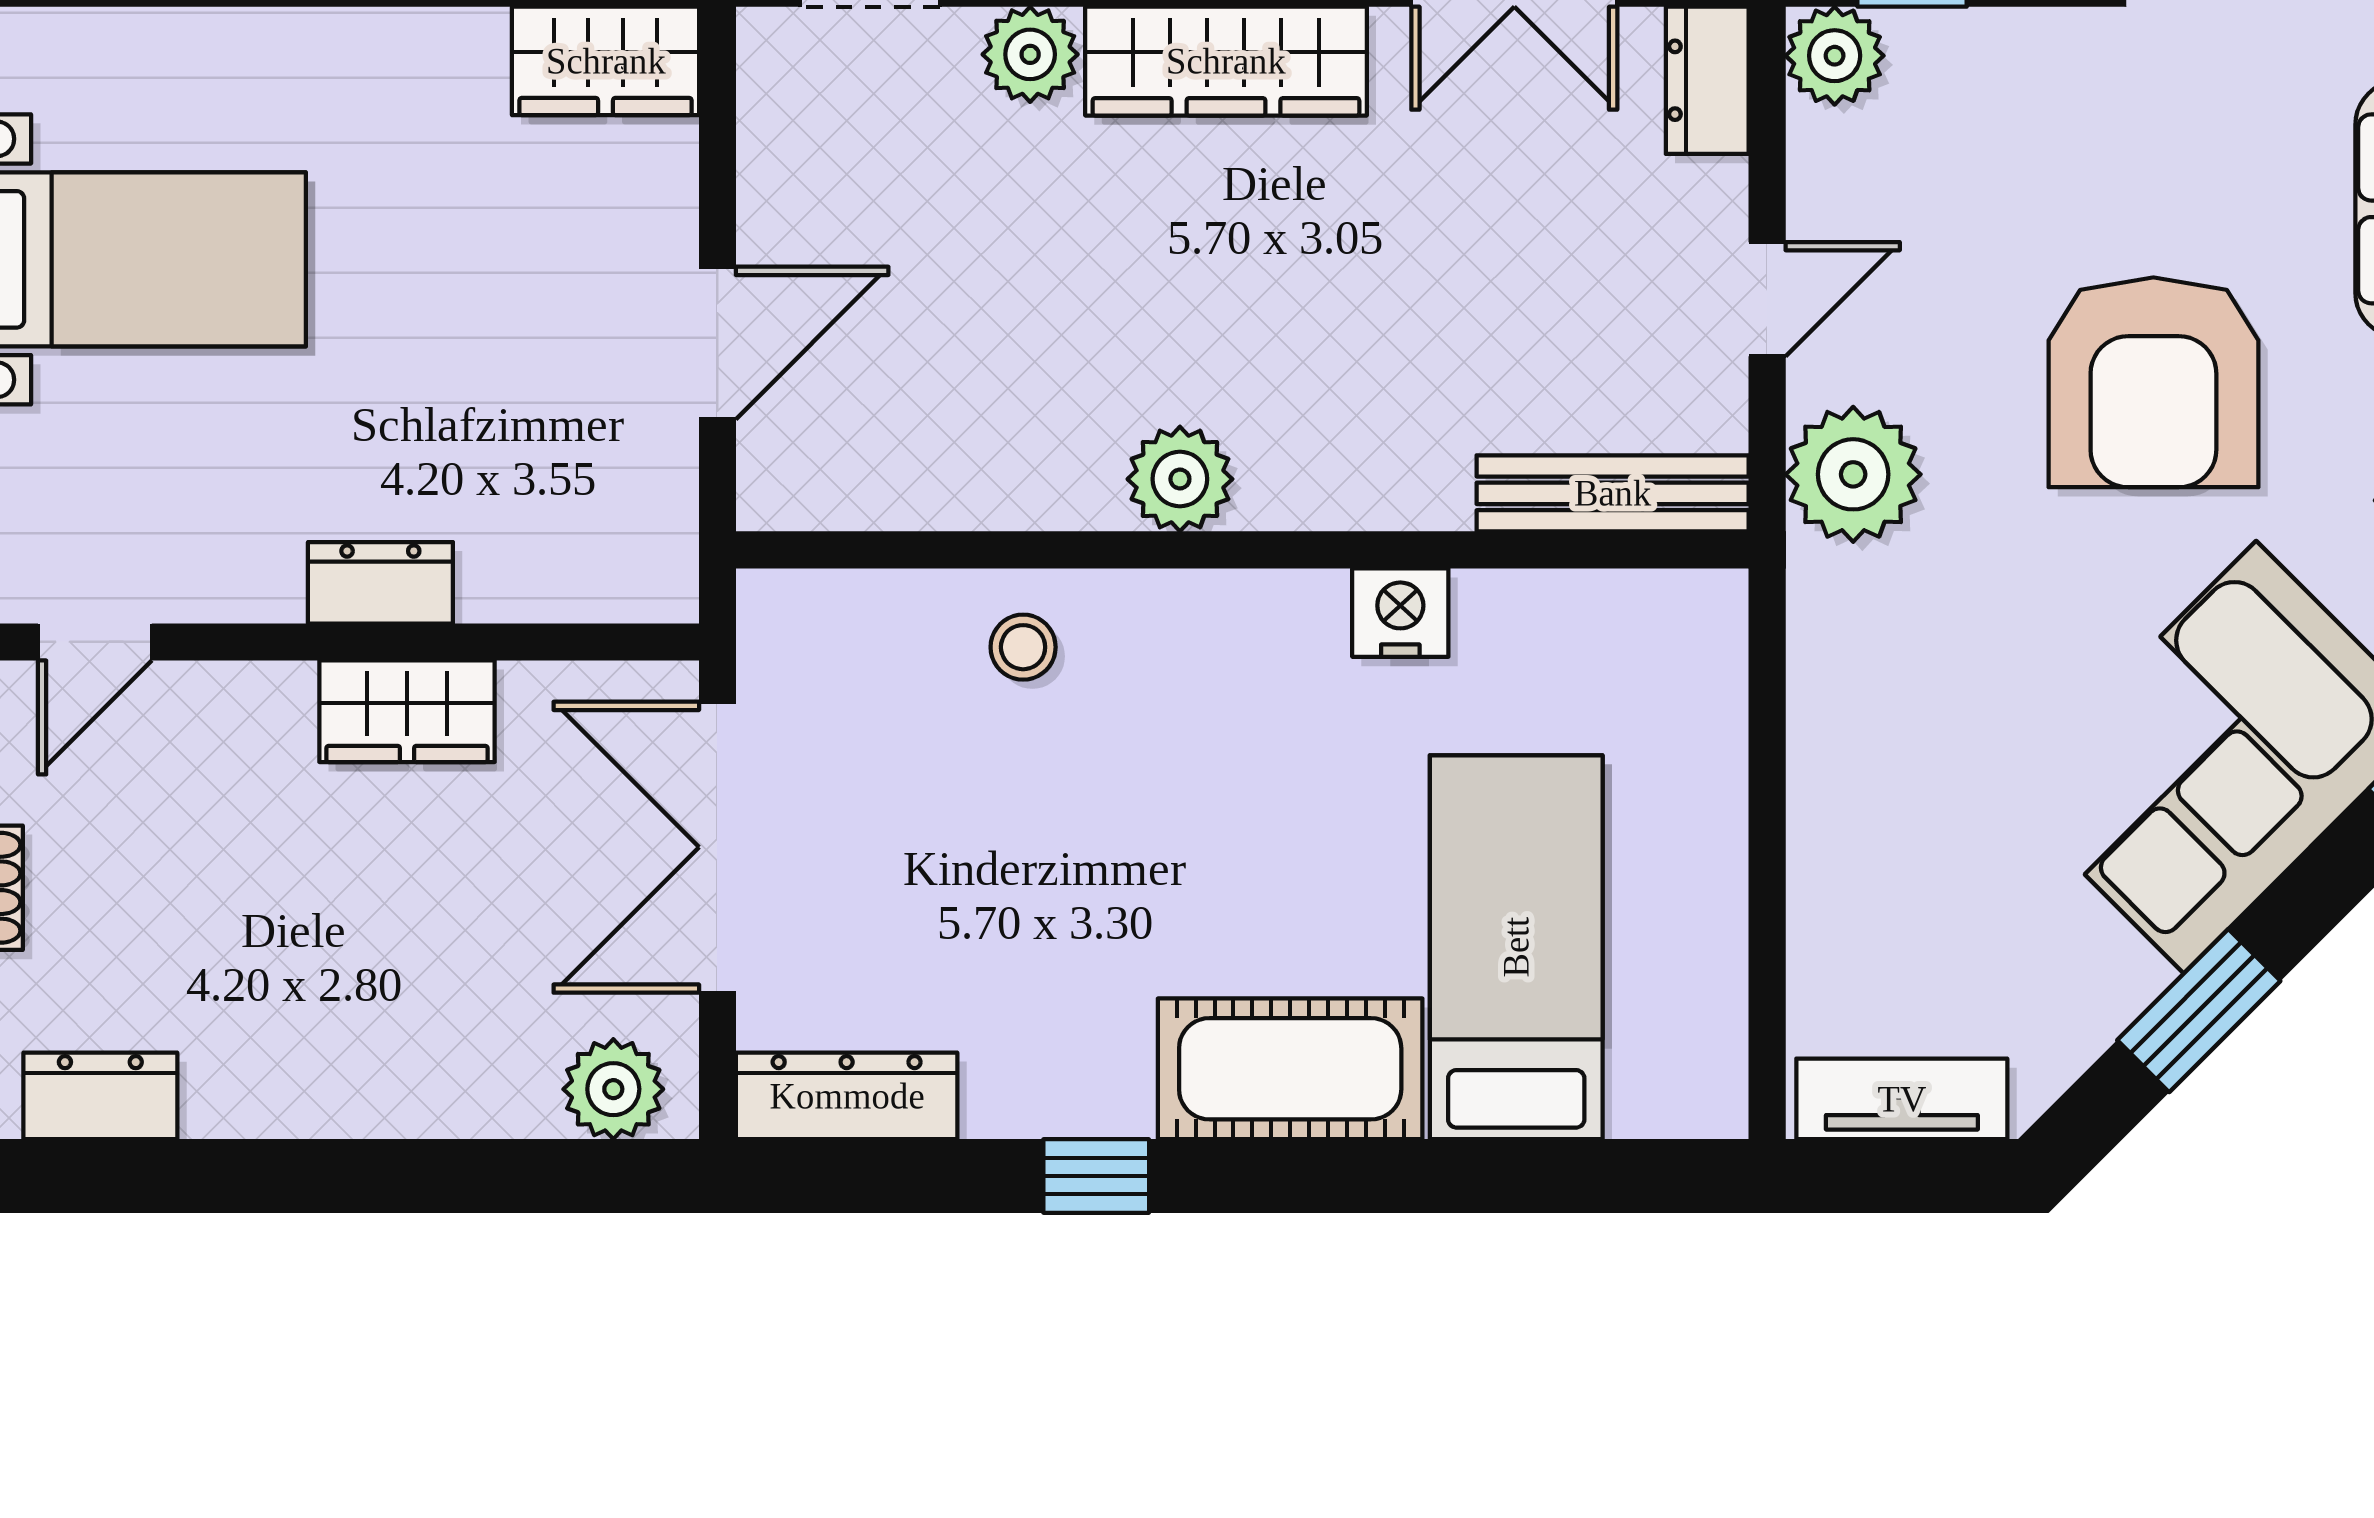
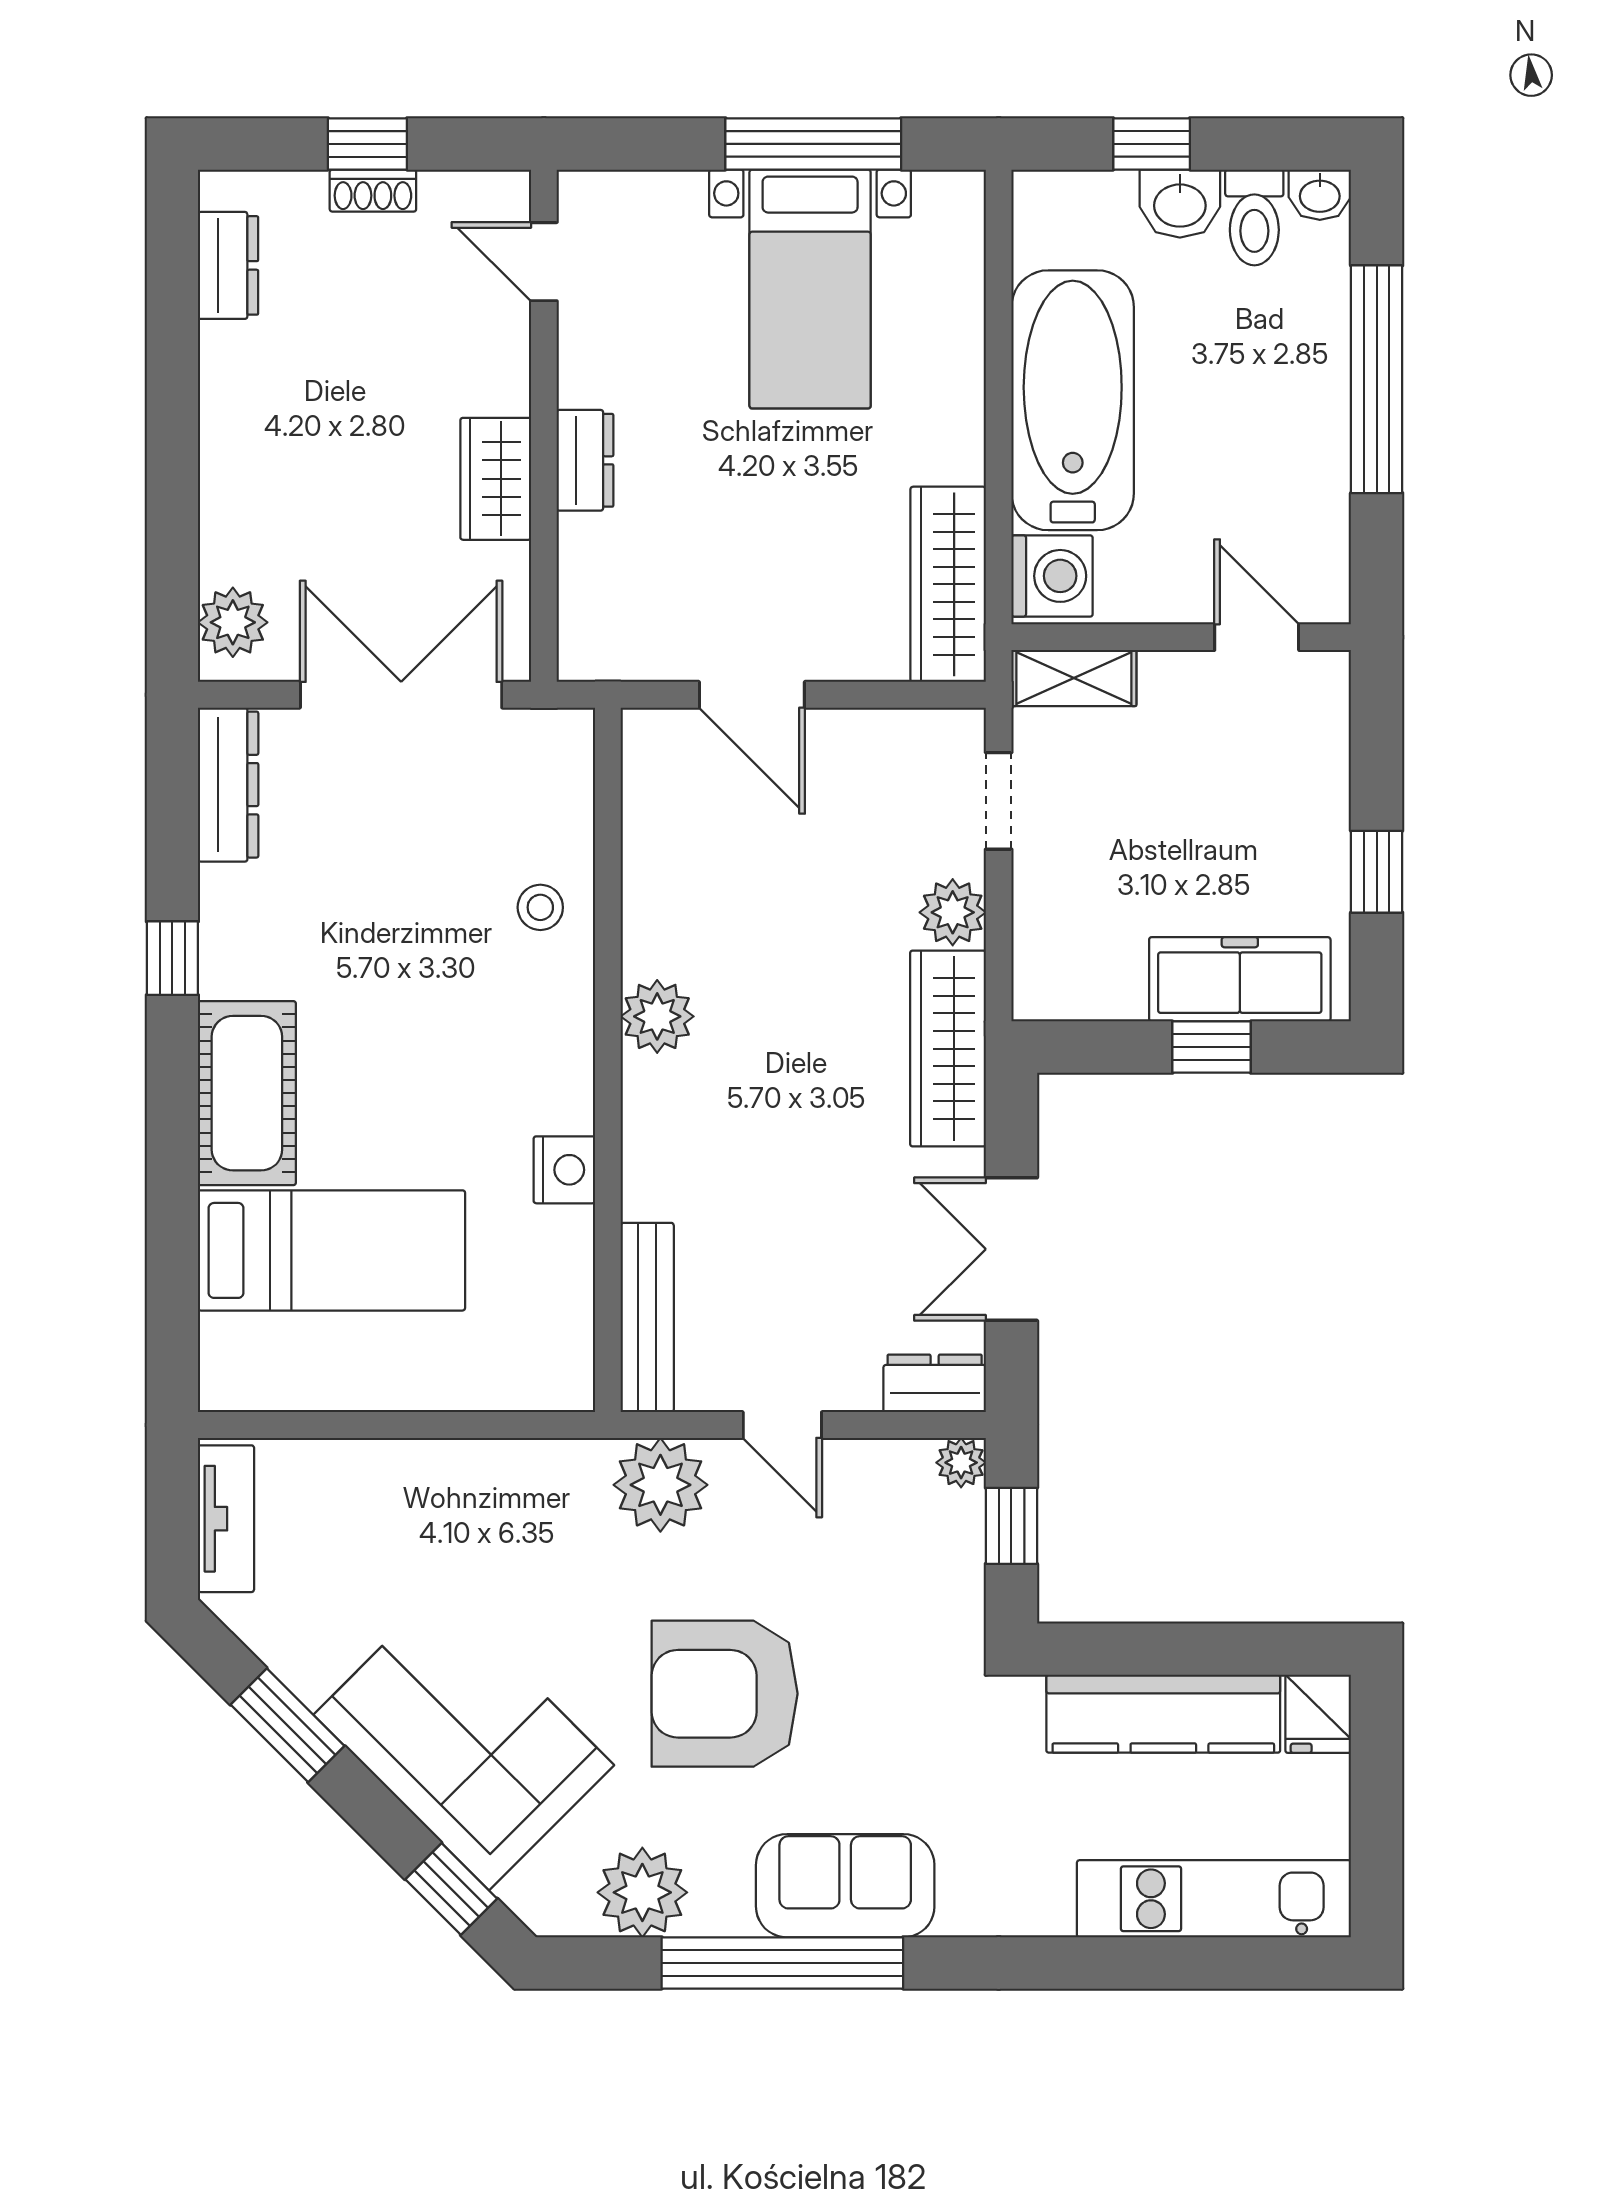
plant: (1835, 56) -> (961, 1463), width x0.73, depth x0.73
wardrobe: (606, 61) -> (948, 584), width x1.50

